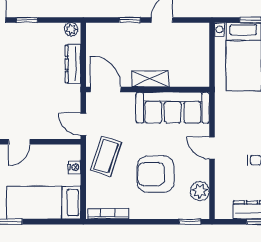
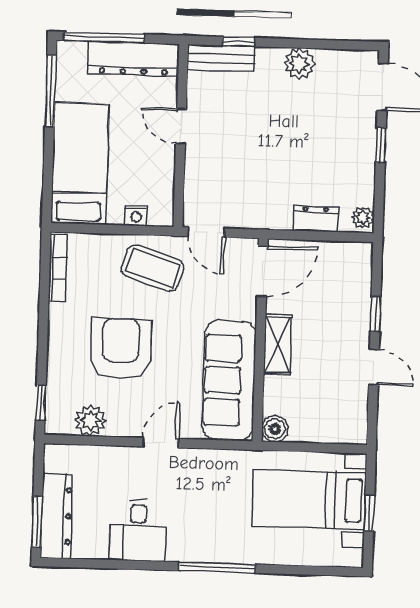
dresser: (73, 64) -> (316, 219), width x0.70
boiler: (201, 79) -> (275, 429), added
door: (83, 124) -> (206, 232), swing flipped

